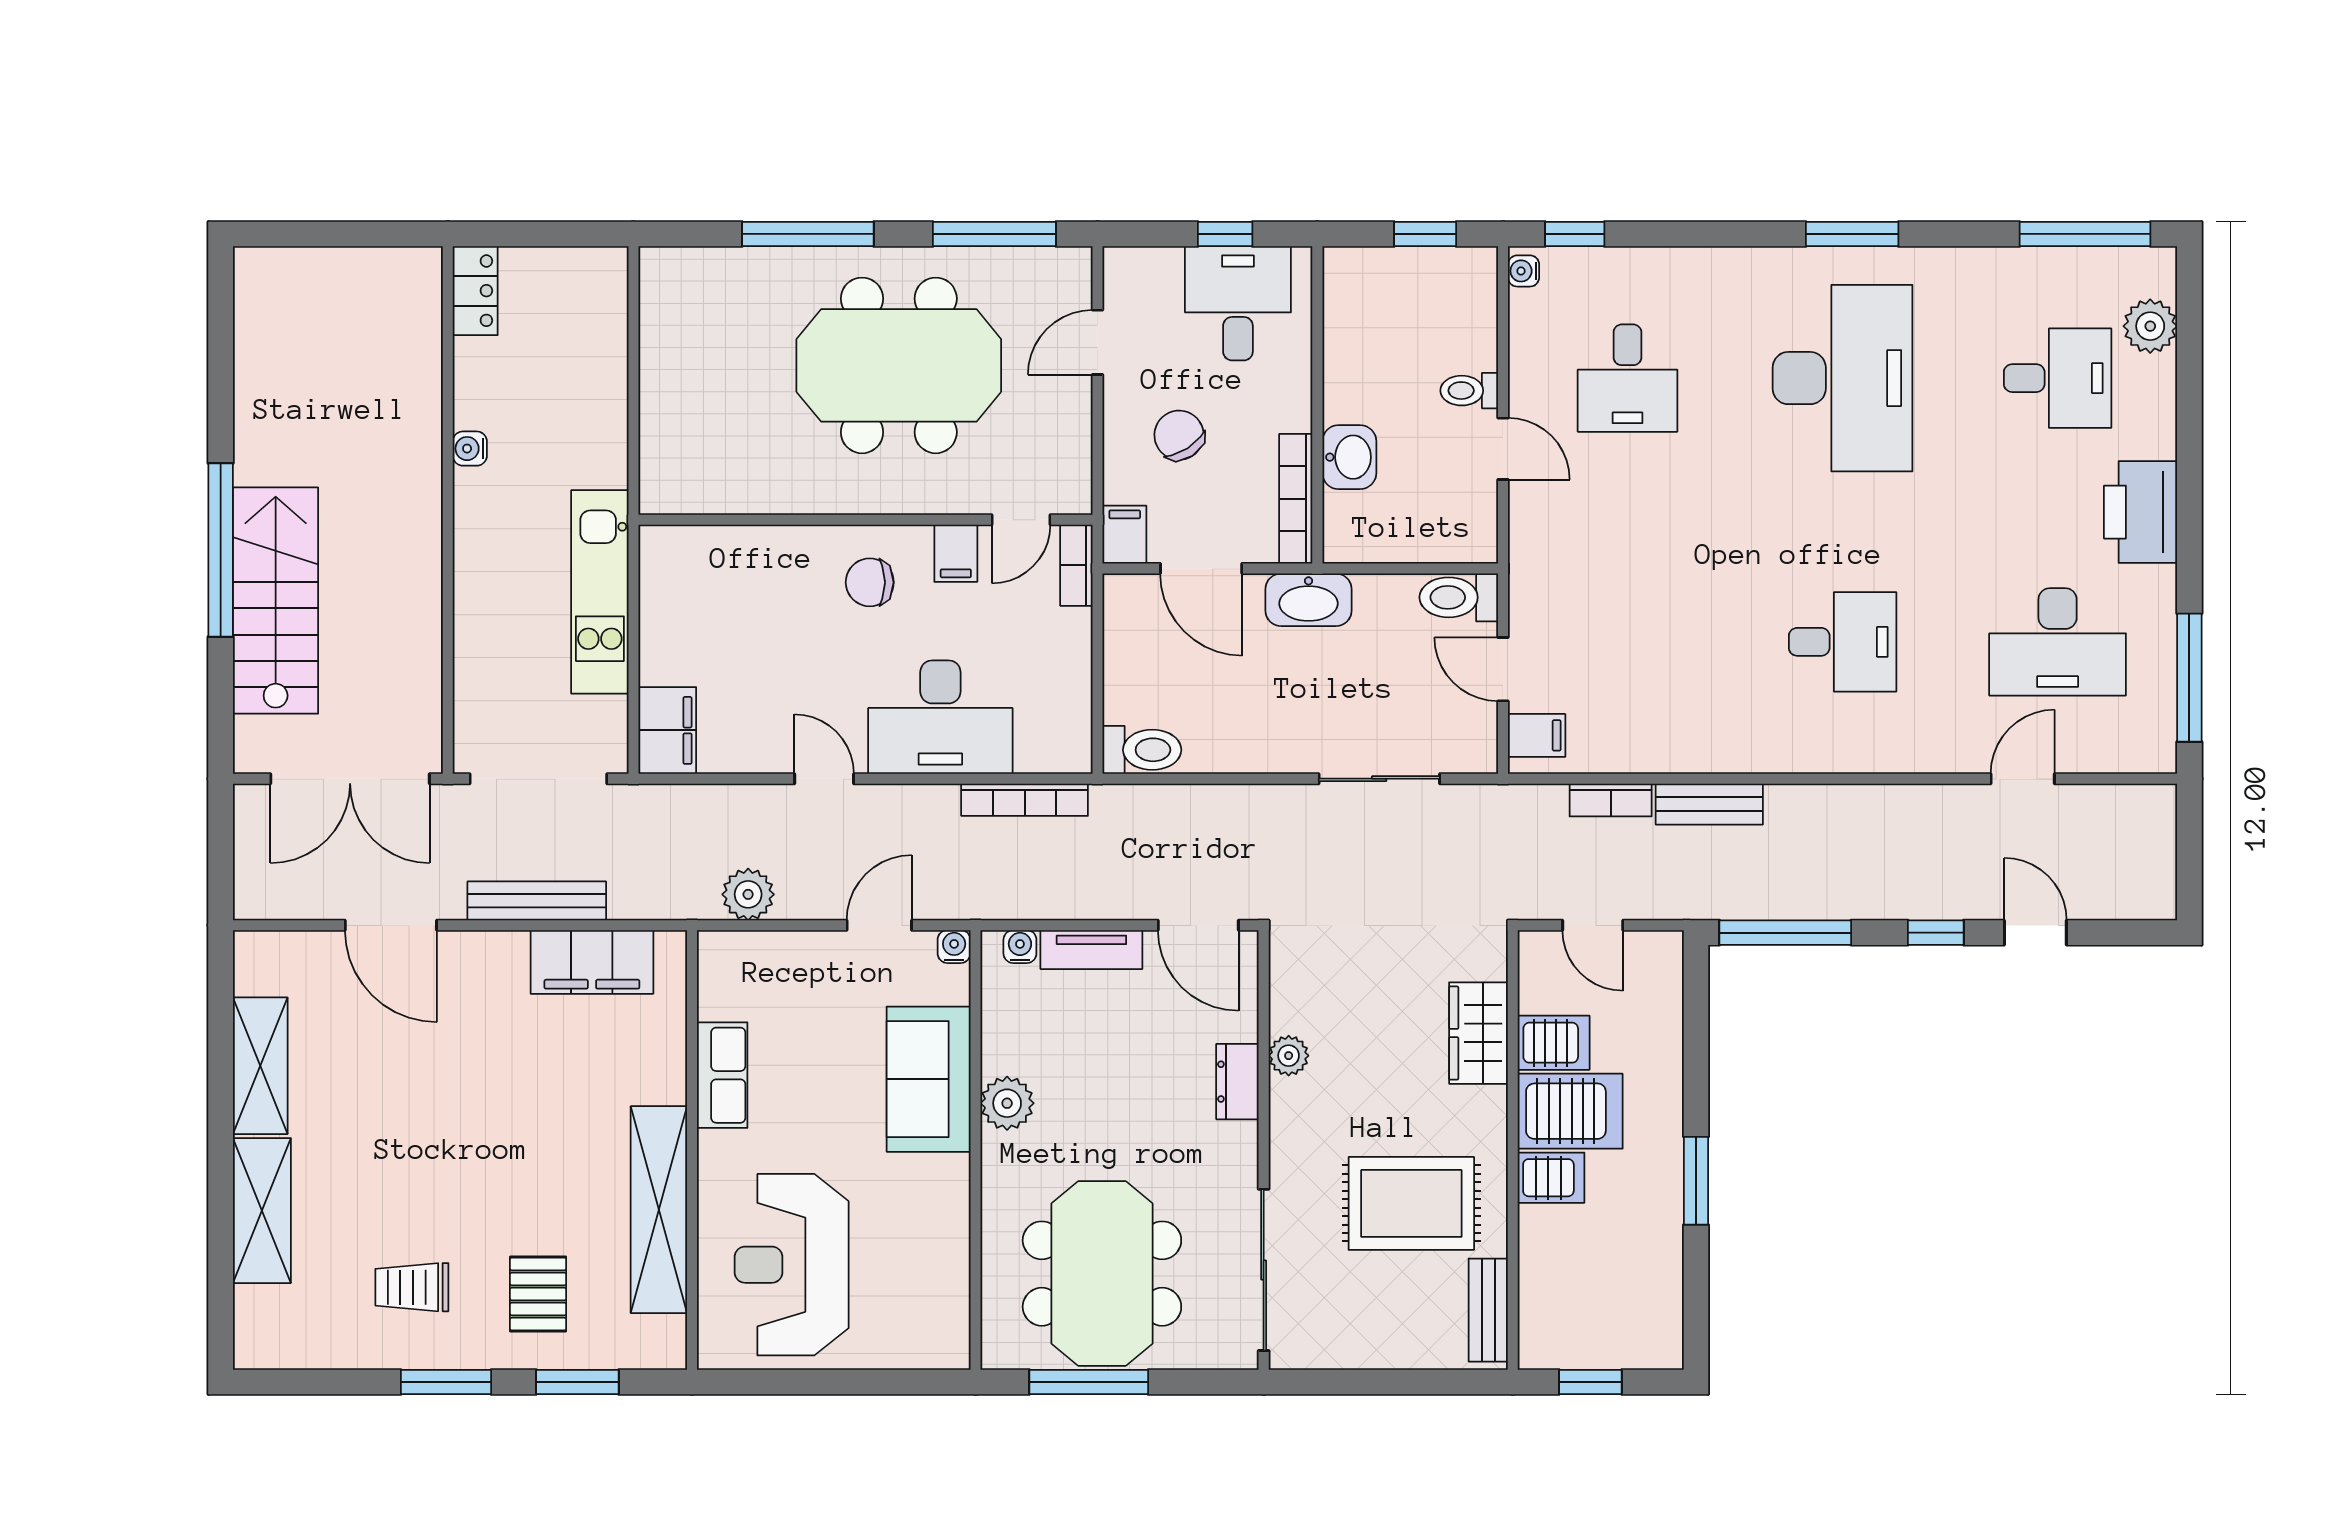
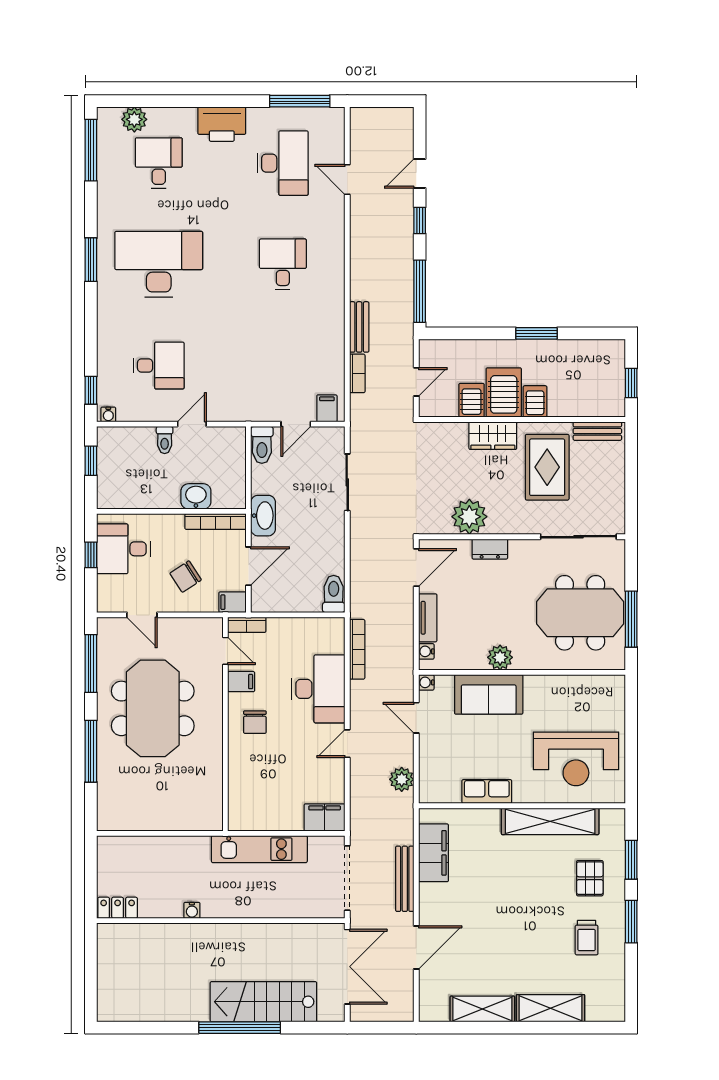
wardrobe: (1478, 1033) -> (493, 436), moved
plant: (1289, 1056) -> (469, 517), width x1.87, depth x1.87
pallet: (538, 1294) -> (590, 878), turned 90

